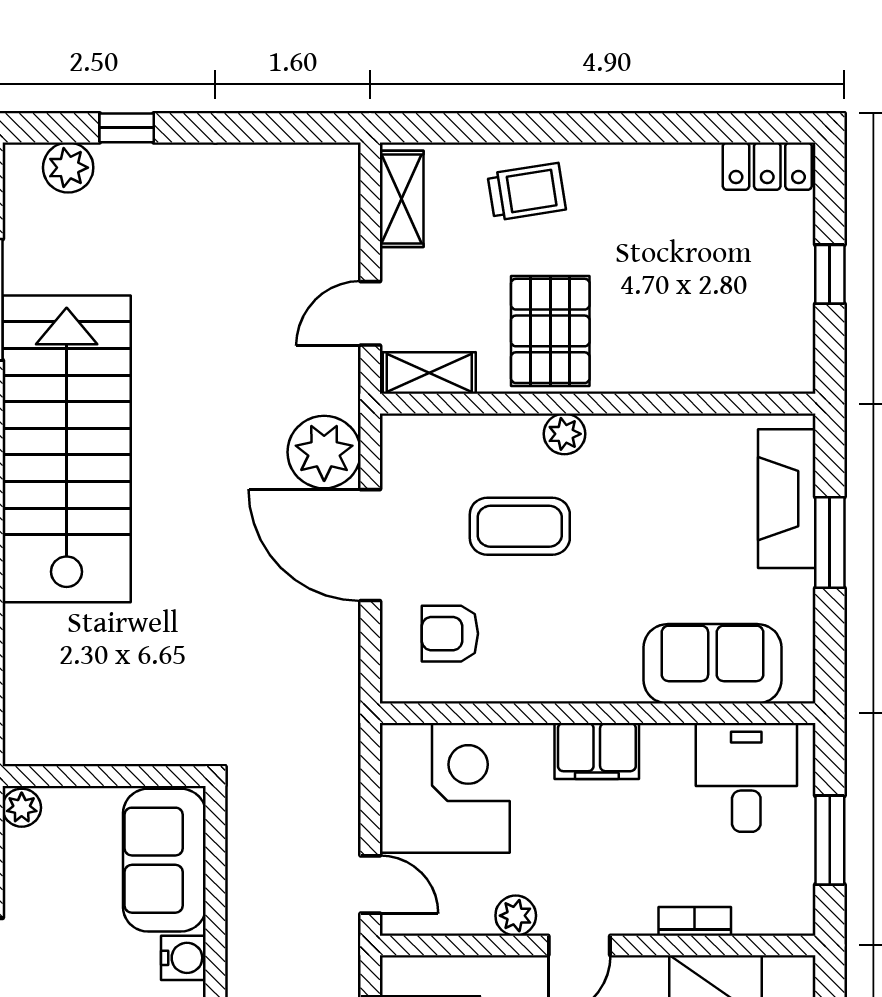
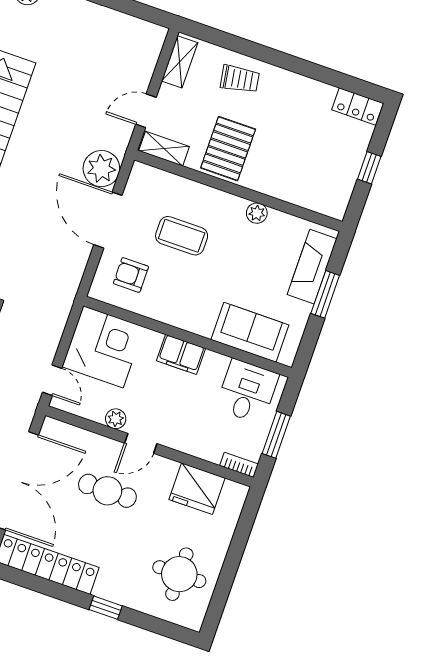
plant: (564, 434) -> (257, 213), moved
bookcase: (695, 921) -> (239, 465), moved

